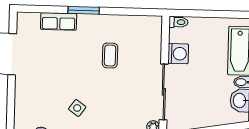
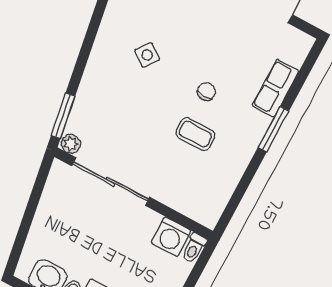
washing machine: (178, 54) -> (171, 237), moved
chair: (81, 62) -> (206, 92), added

